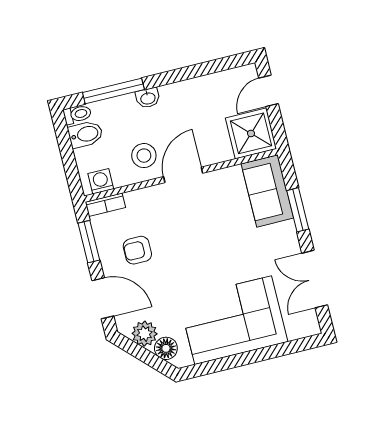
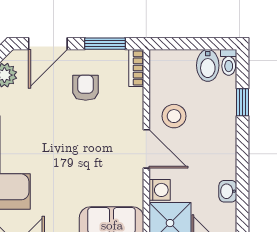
window: (113, 91) -> (242, 102), width x0.46
washbasin: (148, 98) -> (228, 191), moved
washing machine: (101, 181) -> (160, 190), moved

